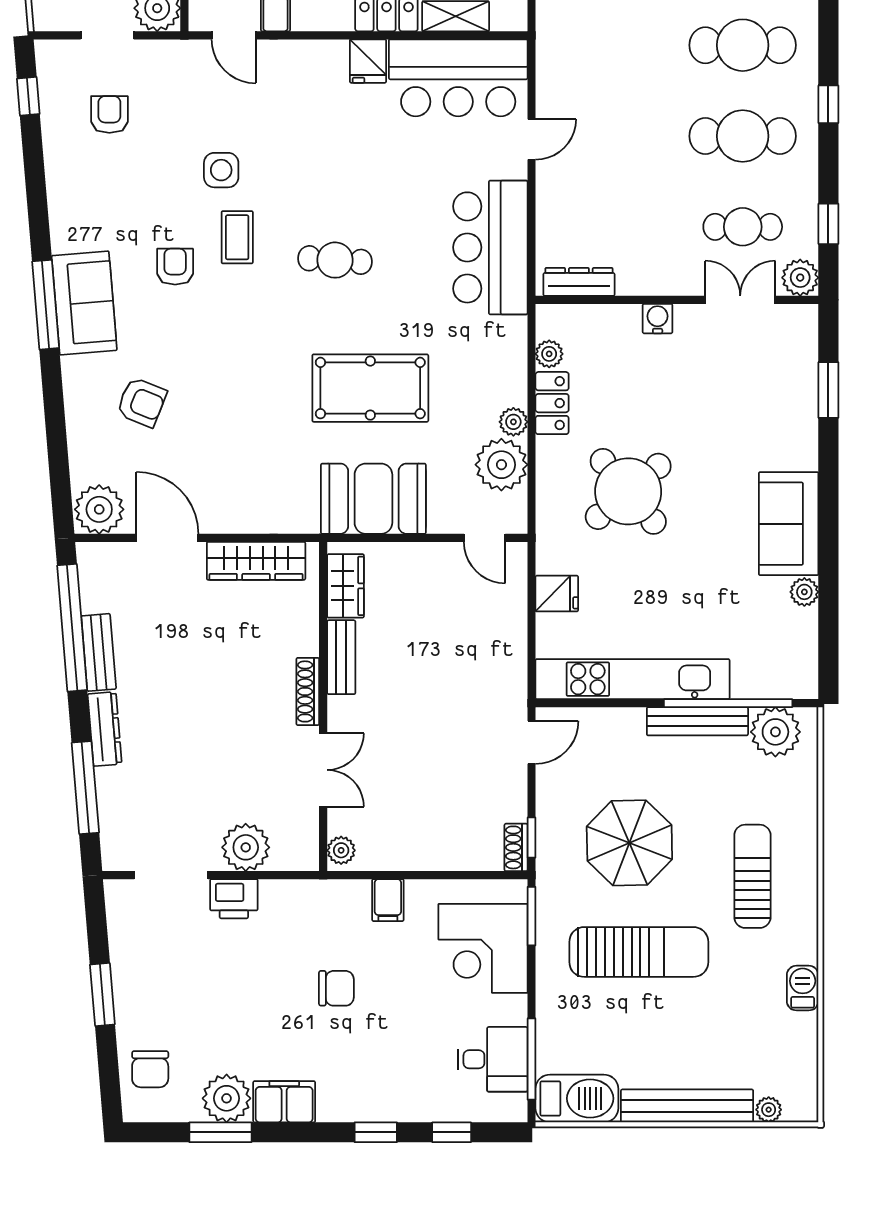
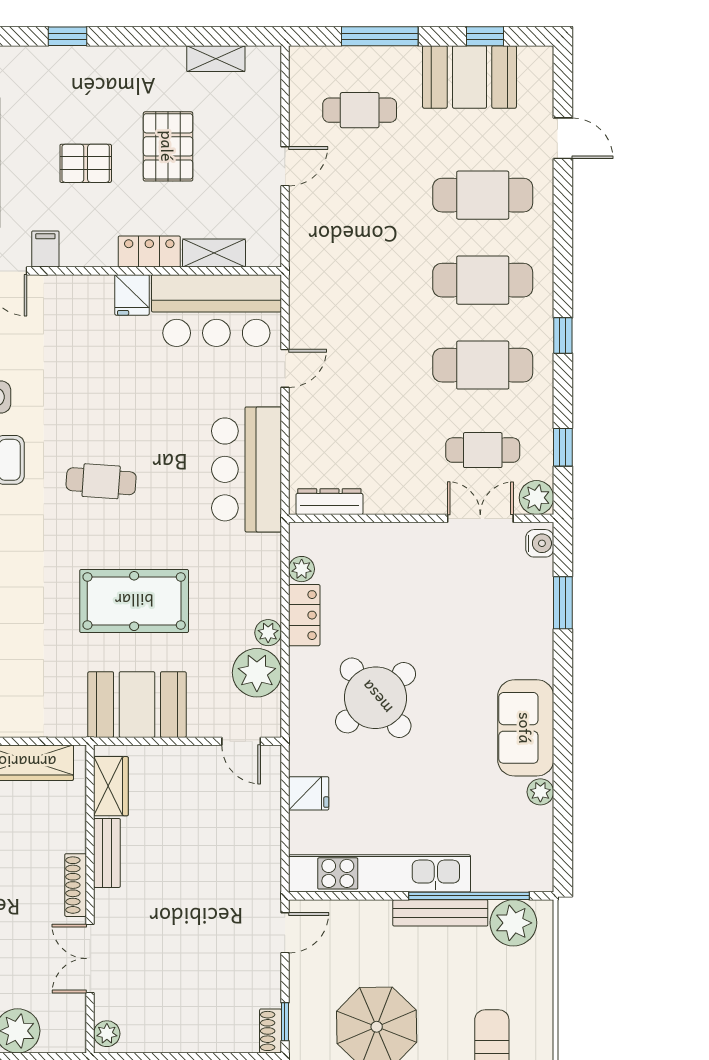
water cooler: (658, 319) -> (540, 543), moved, turned 90
double door: (323, 770) -> (90, 959), swing flipped

